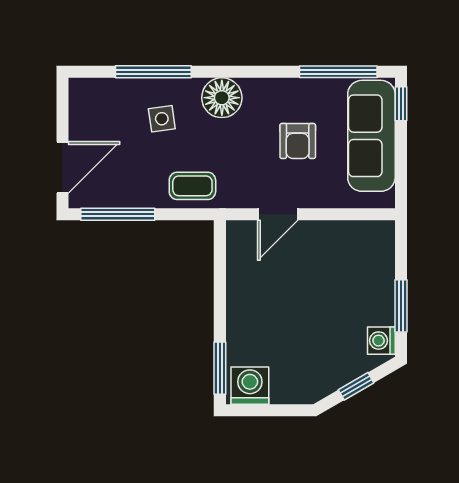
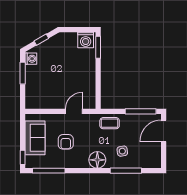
sofa: (371, 136) -> (35, 138), width x0.73
armchair: (298, 141) -> (66, 142), turned 180

